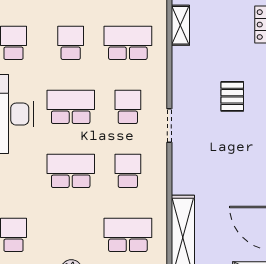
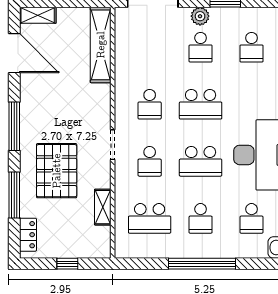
shelving: (180, 25) -> (103, 207), moved
pallet: (232, 96) -> (57, 171), width x2.05, depth x2.00
school desk: (128, 235) -> (201, 47), moved, width x0.54

